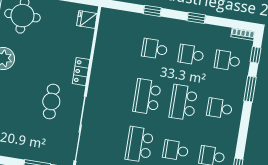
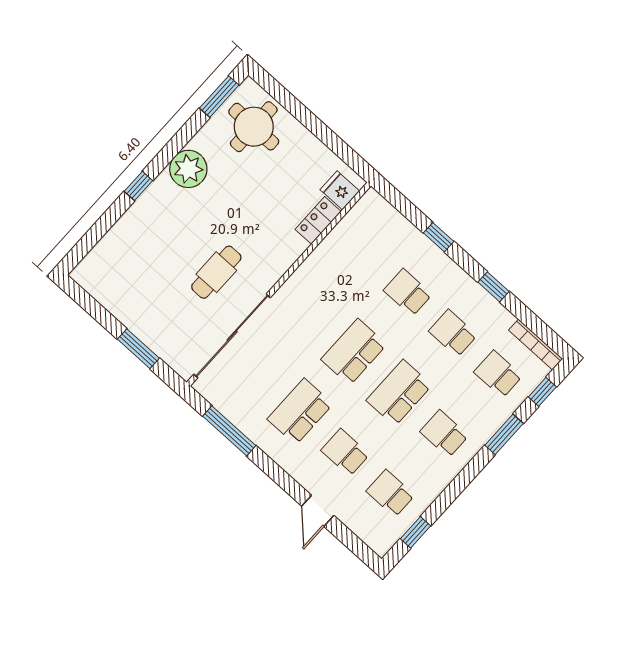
bookcase: (243, 34) -> (536, 345), width x1.56
locker: (81, 72) -> (318, 220), moved

